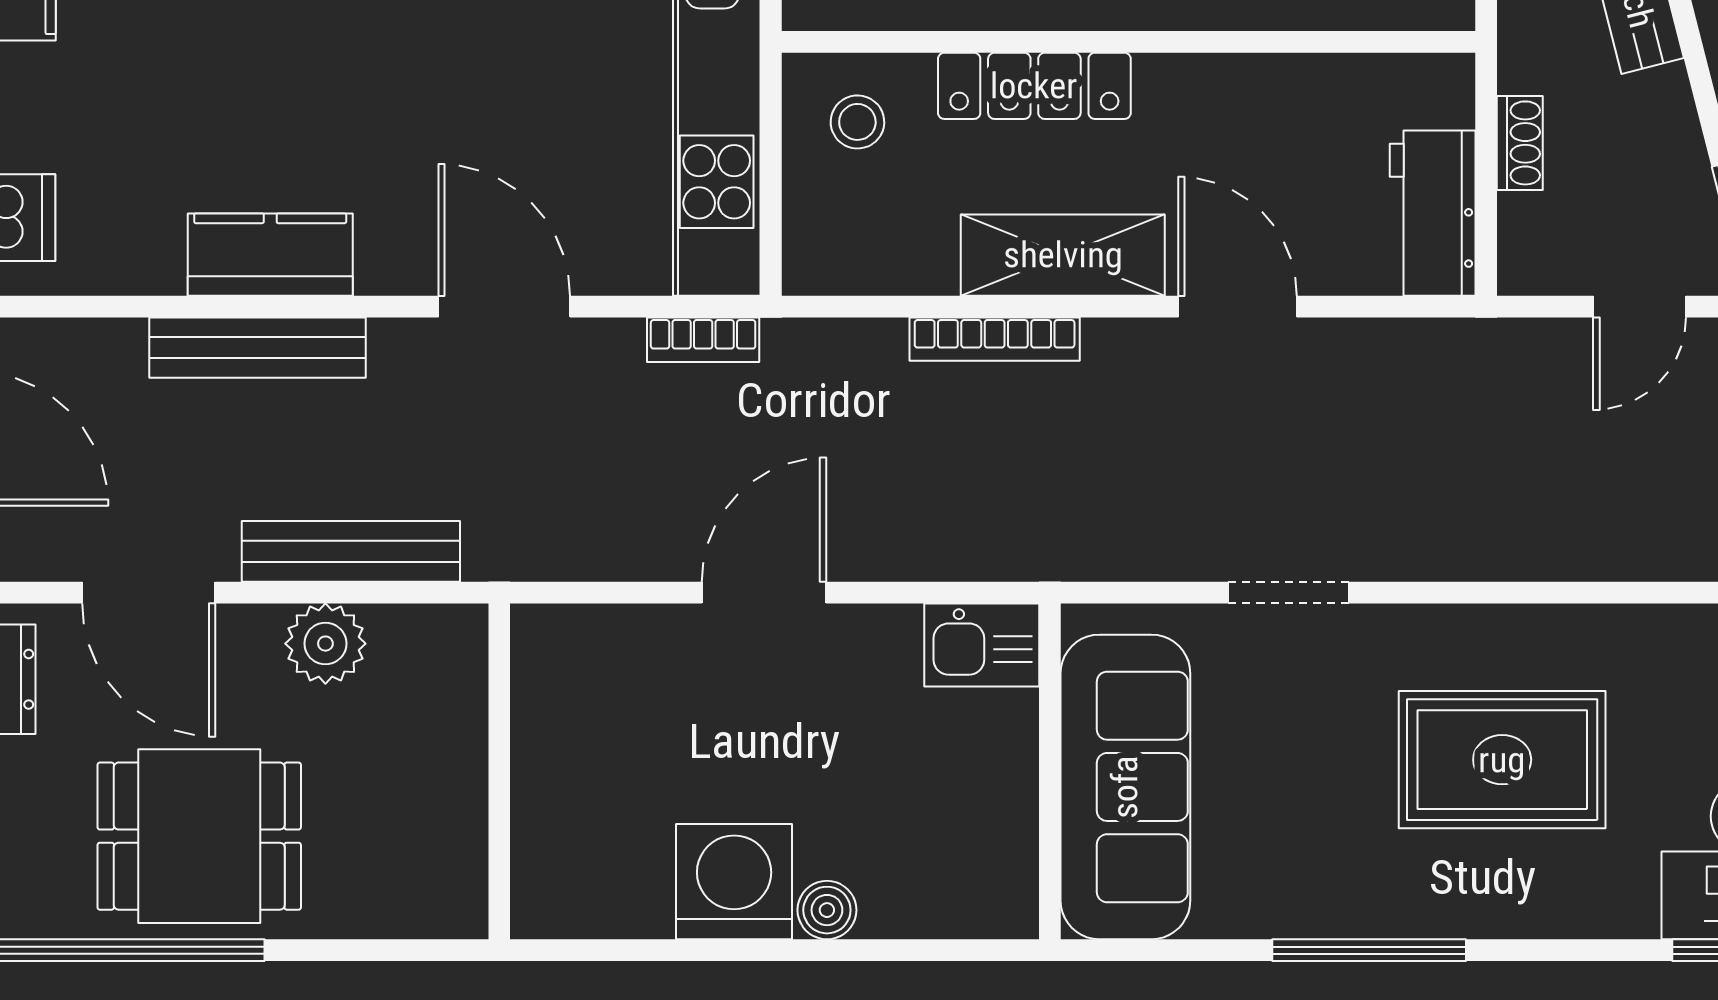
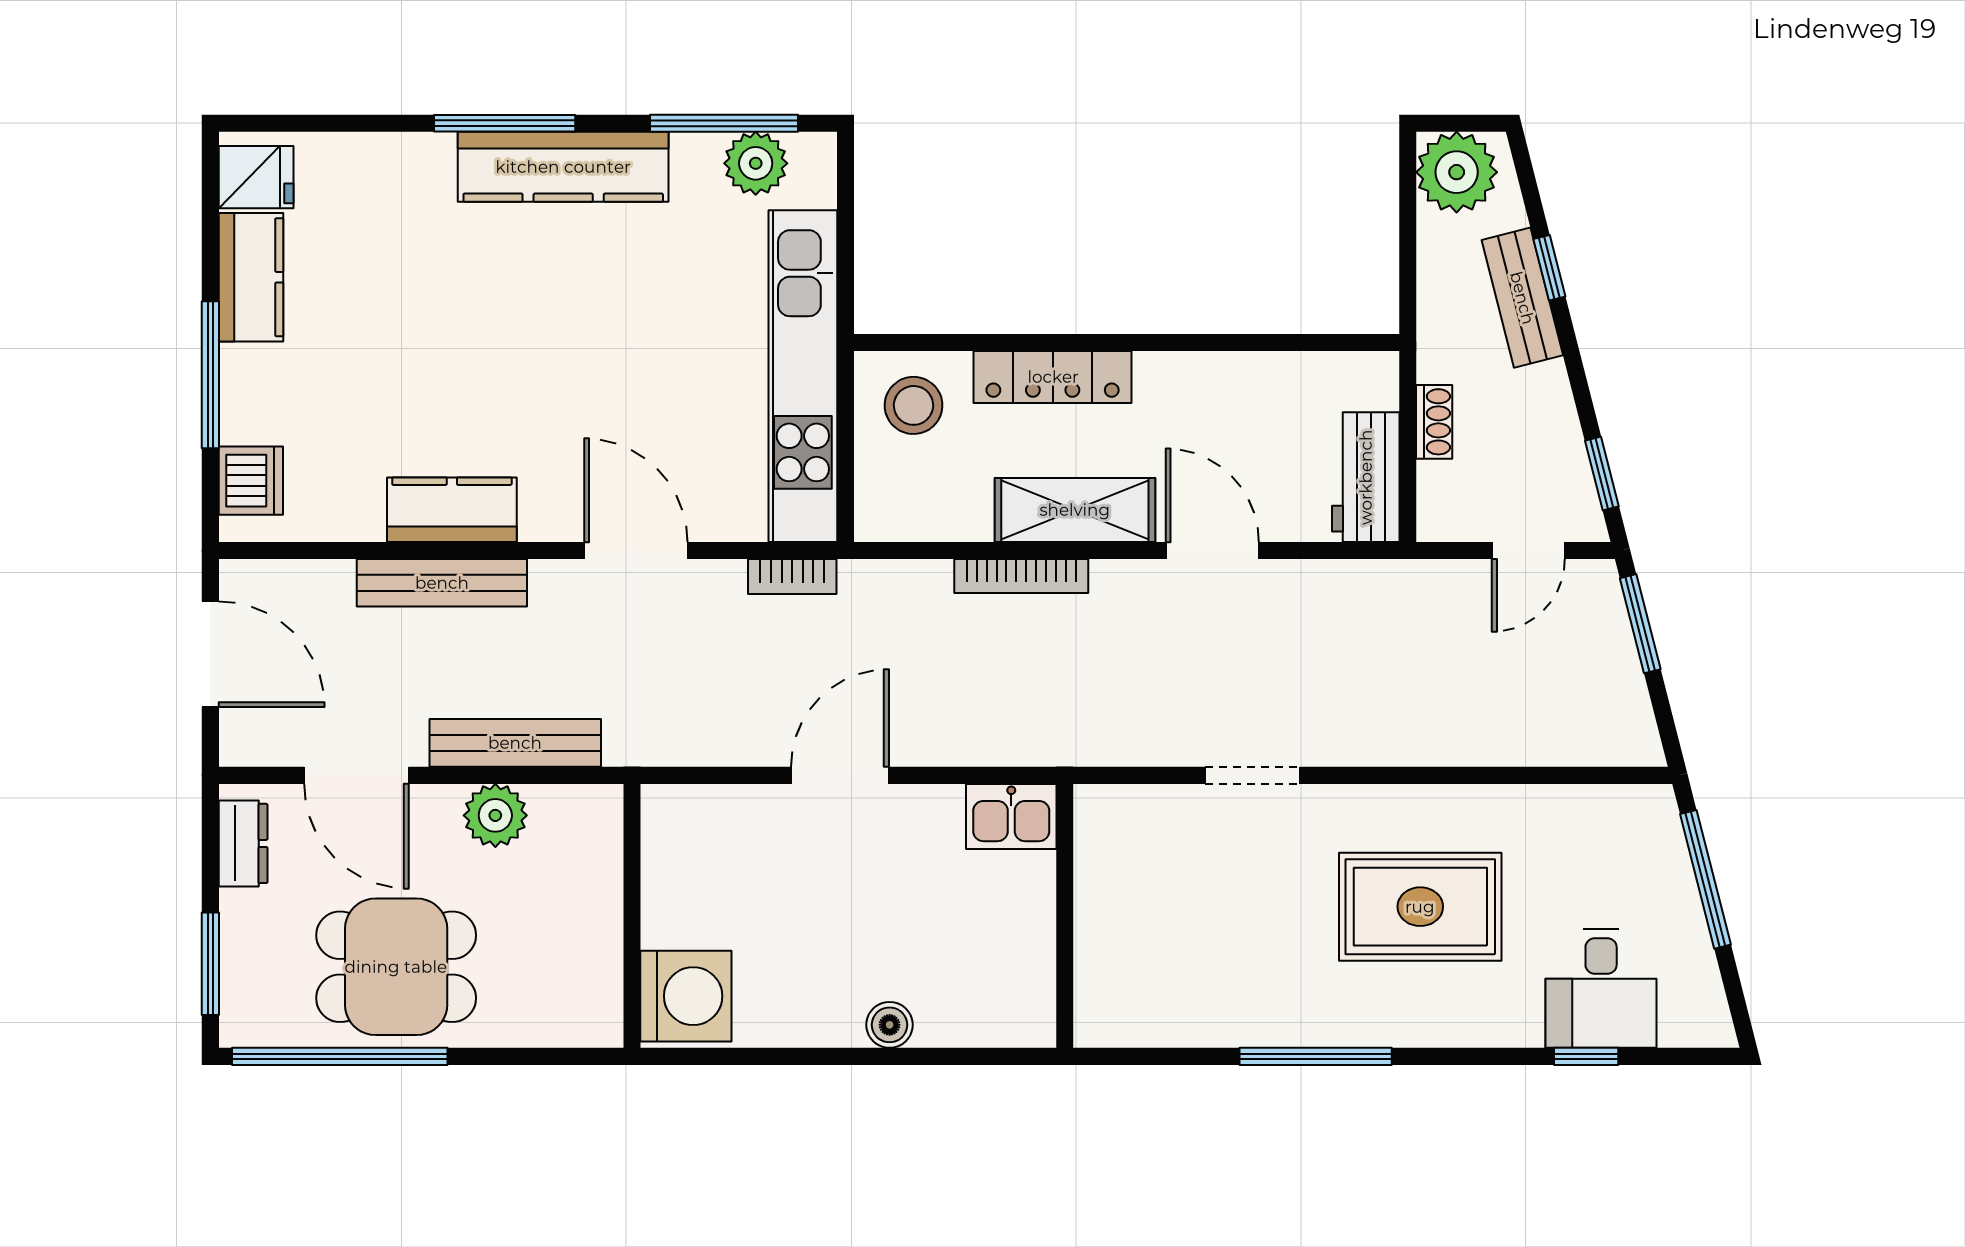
stool: (857, 122) -> (914, 405), width x1.37, depth x1.37
sofa: (1125, 787) -> (1124, 928), removed
washing machine: (734, 882) -> (686, 996), moved, turned 90

